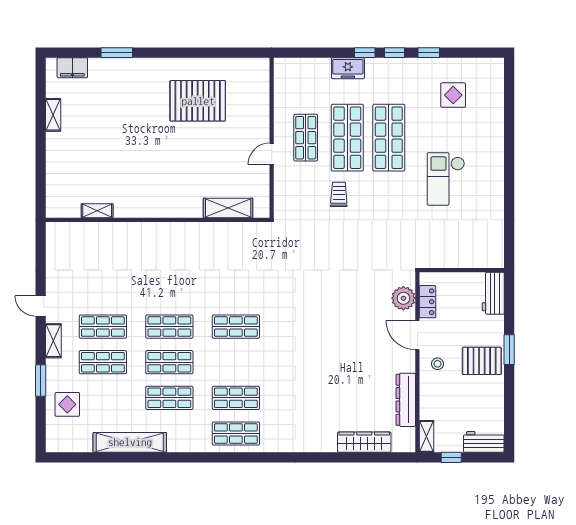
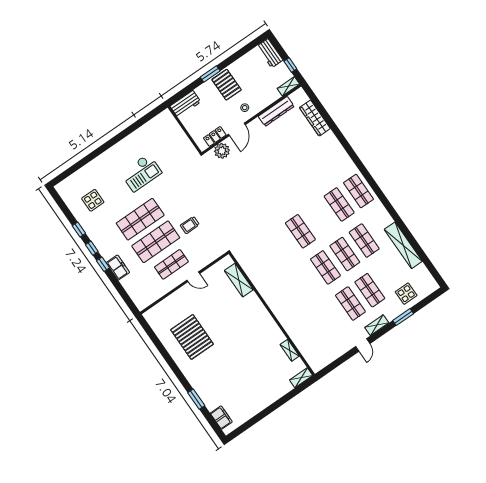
shelving: (53, 115) -> (301, 378), moved

